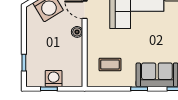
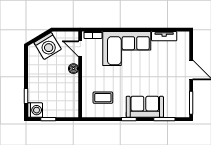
washing machine: (54, 79) -> (35, 110), moved, turned 90

